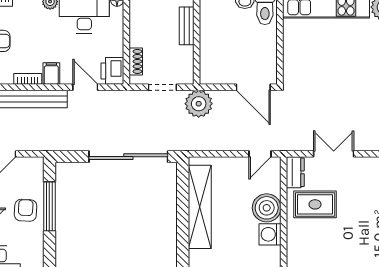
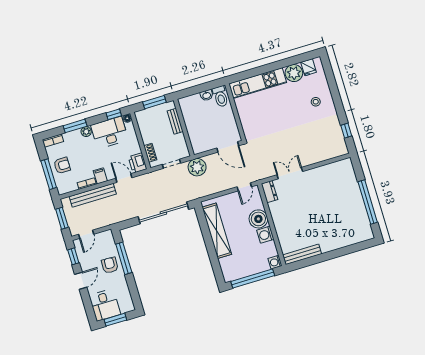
rug: (315, 204) -> (288, 208), removed

